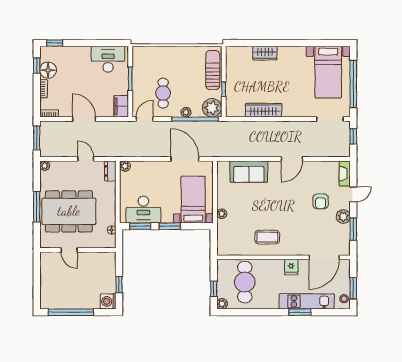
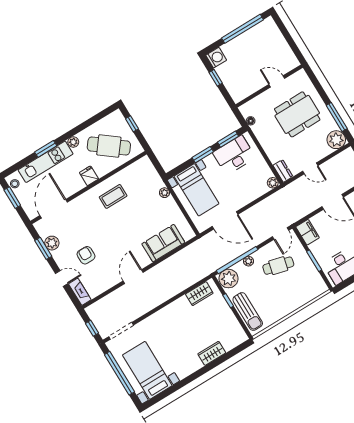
cafe table: (163, 93) -> (278, 266), turned -76
wardrobe: (263, 110) -> (199, 294), moved, width x0.67
plant: (45, 166) -> (336, 140), width x1.88, depth x1.88
door: (353, 194) -> (62, 278), swing flipped
window: (37, 207) -> (337, 117), moved
dining table: (69, 211) -> (297, 114), width x0.73, depth x0.80
plant: (343, 217) -> (52, 243), moved
fridge: (291, 267) -> (89, 176), moved
cafe table: (245, 282) -> (109, 146), turned -52
plant: (222, 304) -> (73, 142), moved

